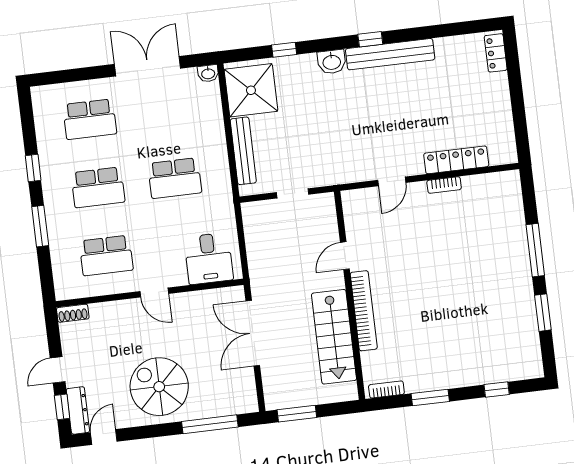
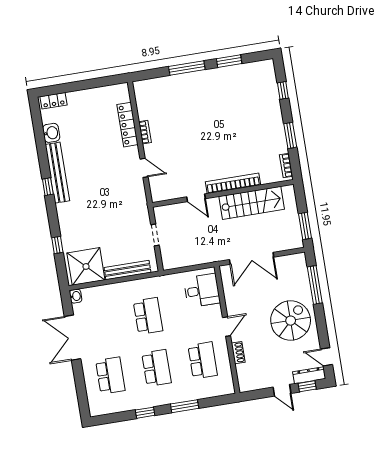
washbasin: (332, 62) -> (51, 133), moved
shoe rack: (73, 313) -> (238, 353), moved
spiral stairs: (159, 387) -> (291, 321), turned 180

